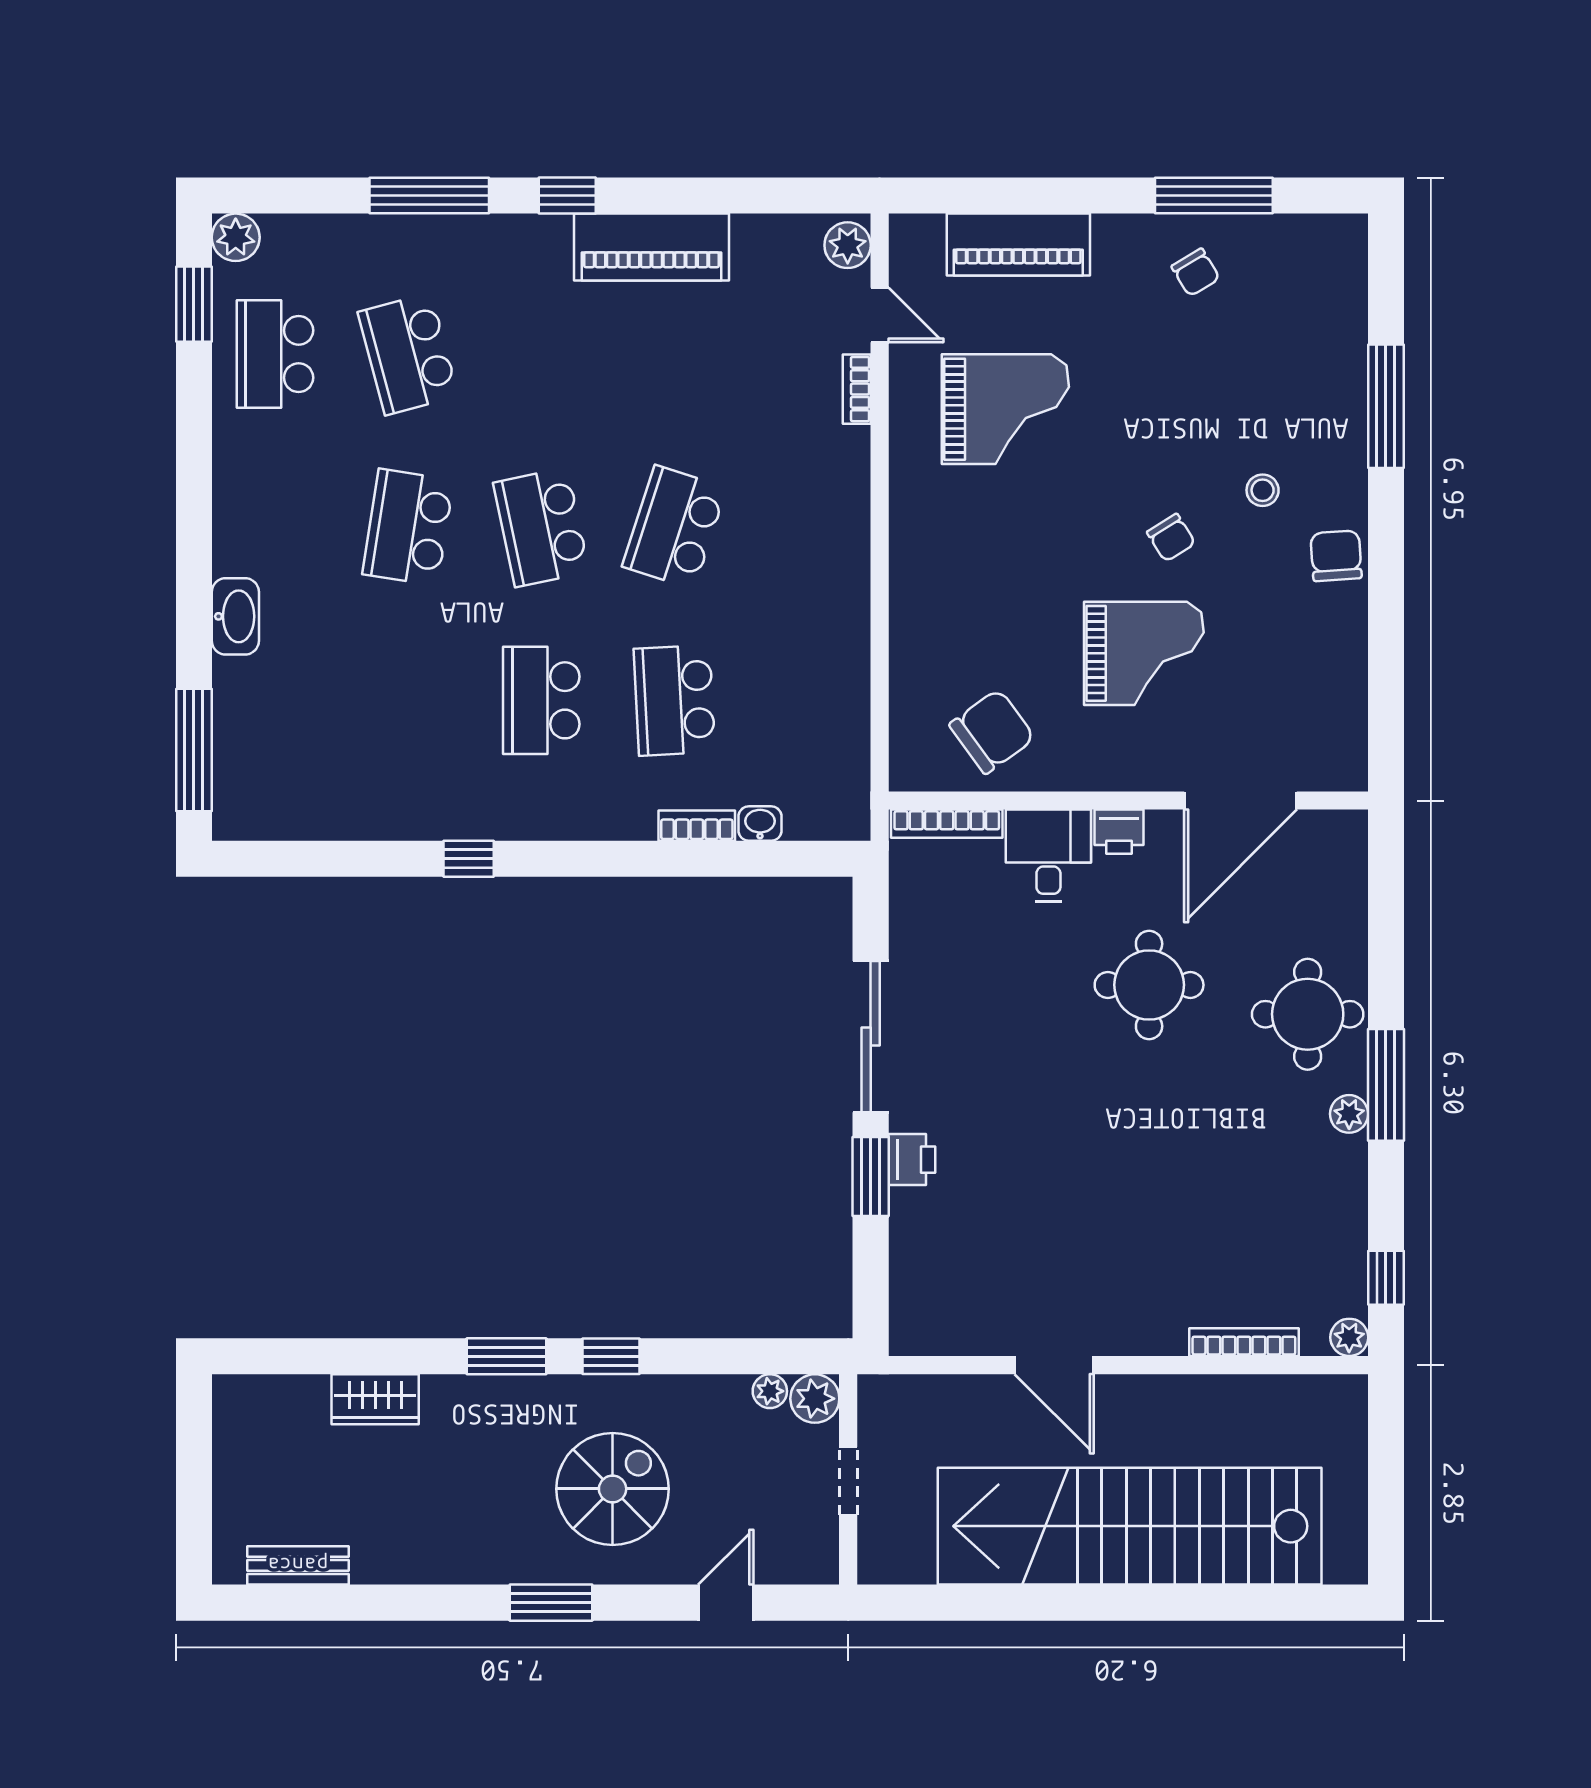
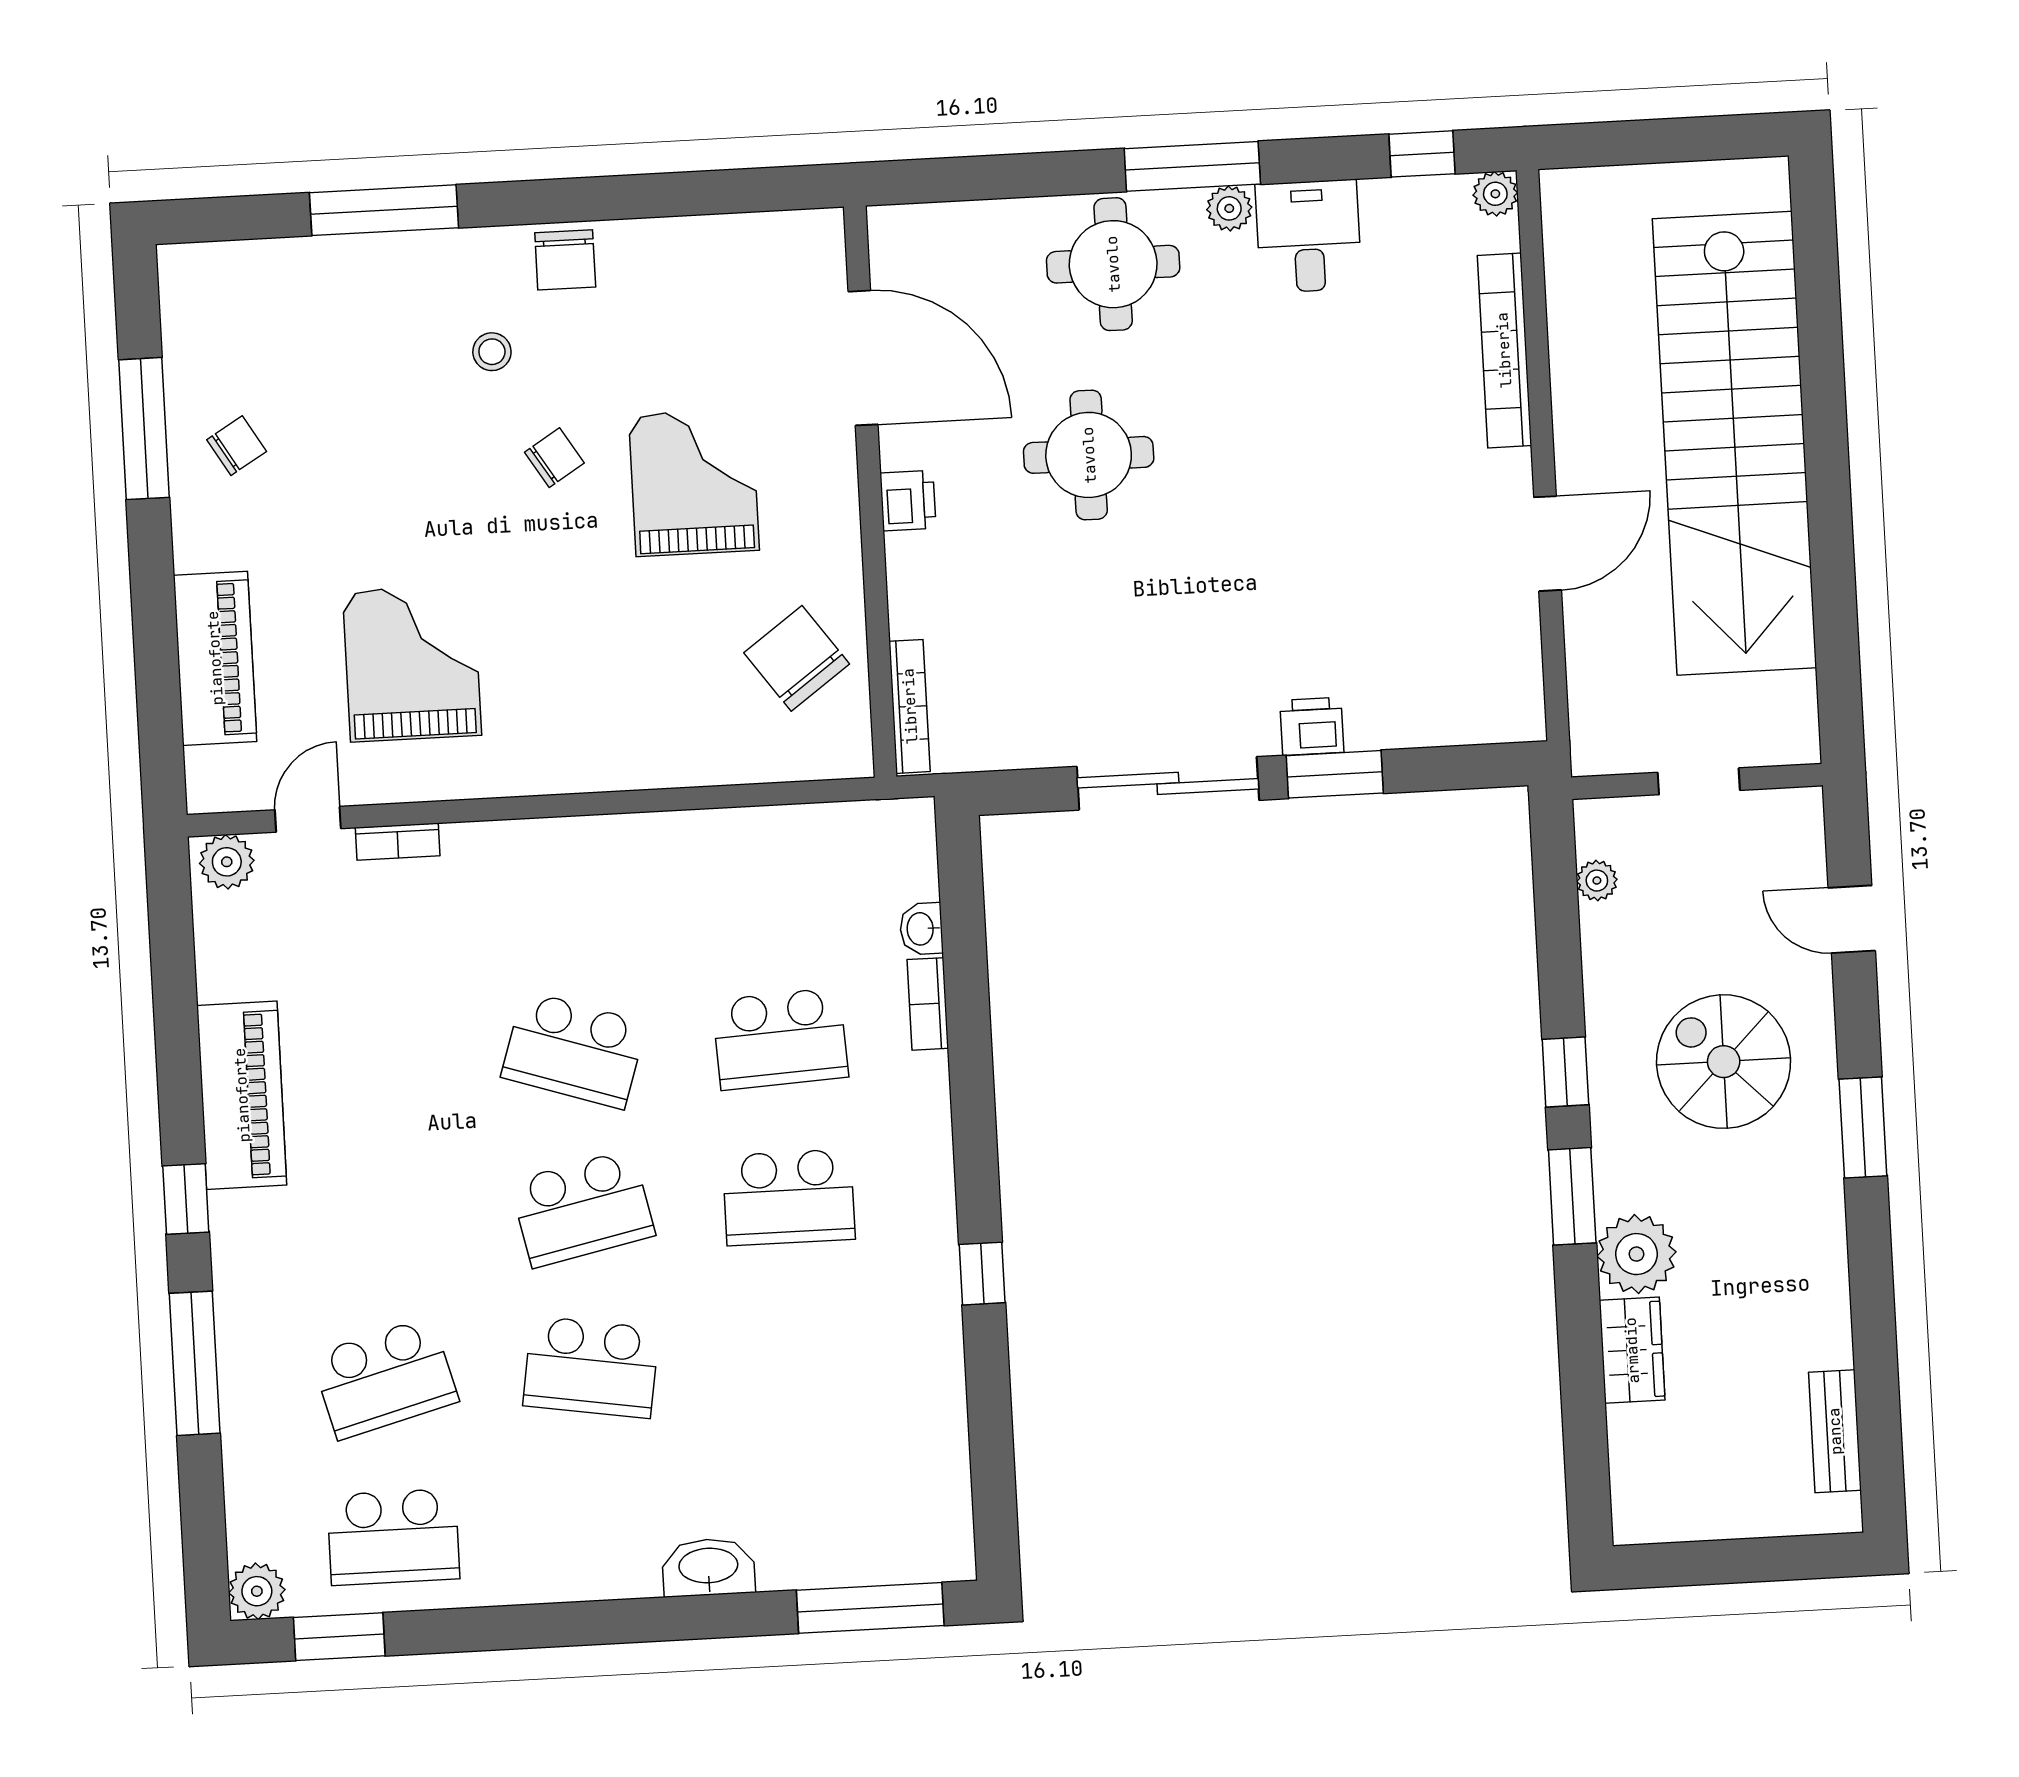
chair: (1336, 556) -> (565, 260), turned -86
desk: (1048, 855) -> (1309, 236), moved, turned 90
bookcase: (1244, 1342) -> (1504, 350), width x1.48, depth x1.31
plant: (815, 1399) -> (1636, 1254), moved, width x1.36, depth x1.36

